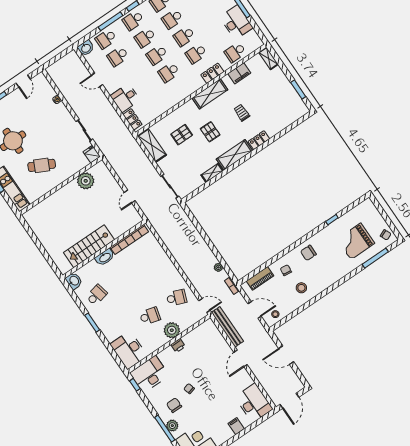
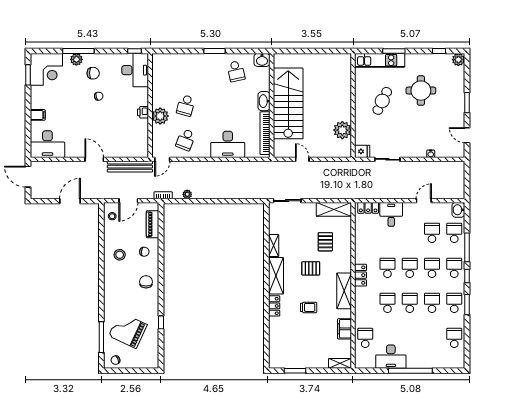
locker: (212, 73) -> (361, 275), moved
grand piano: (356, 241) -> (128, 330), turned -65
stairs: (89, 246) -> (288, 103), width x1.36, depth x1.51
desk: (129, 350) -> (228, 144), moved, turned 180

